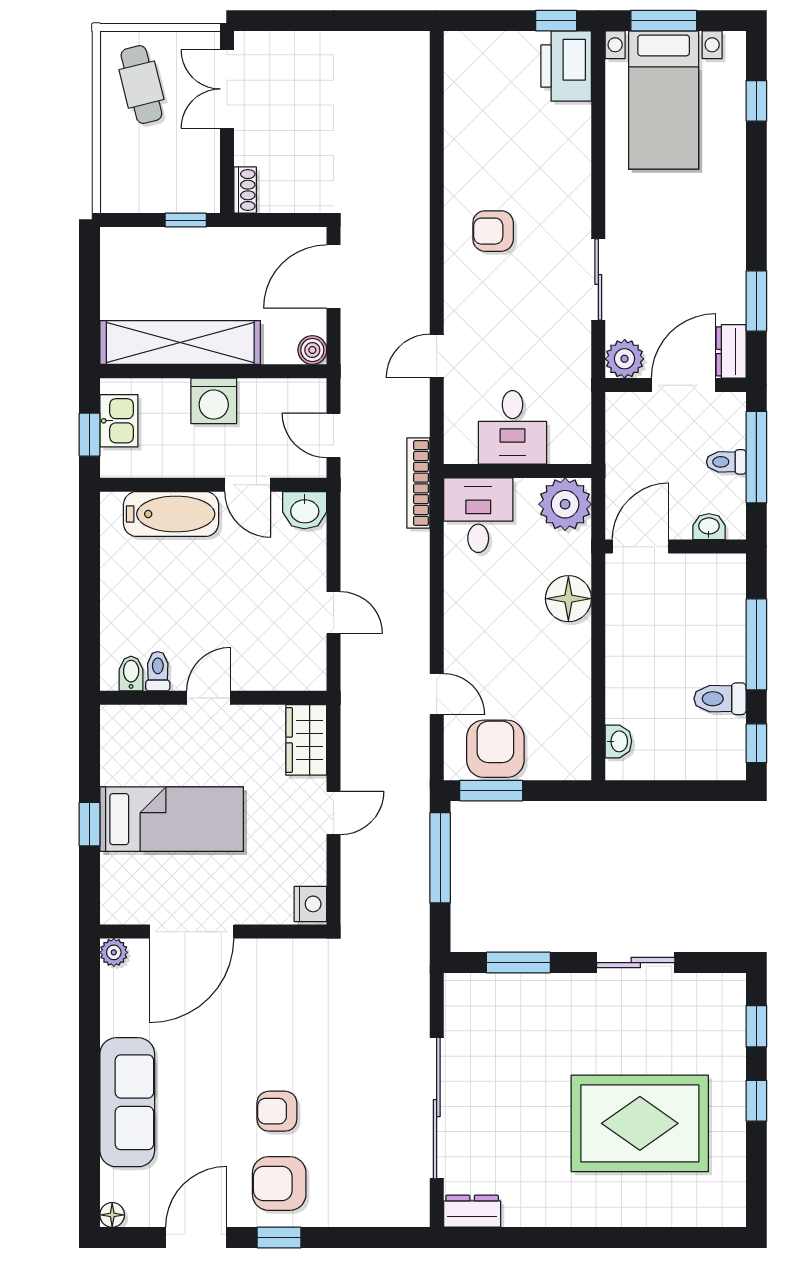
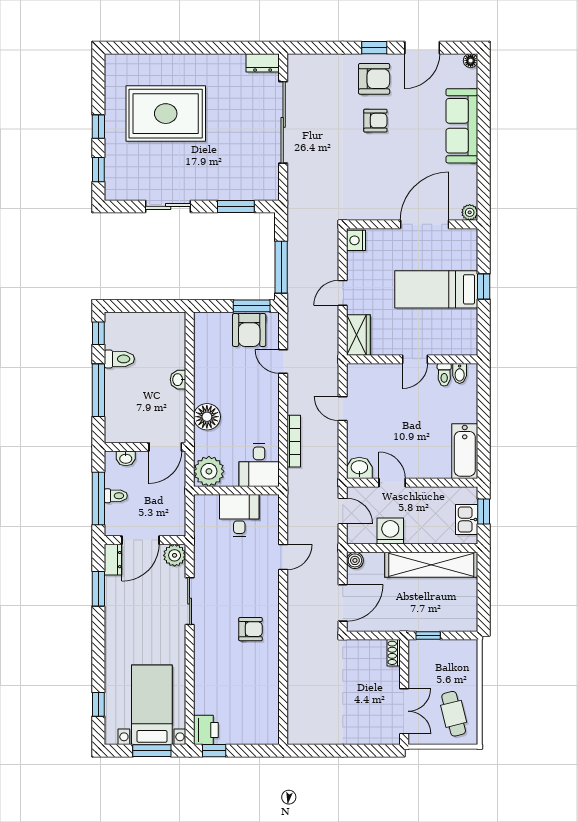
printer: (566, 66) -> (206, 730), width x0.73, depth x0.84
washing machine: (214, 401) -> (390, 531), moved
bookcase: (418, 483) -> (294, 441), moved
bathtub: (171, 514) -> (465, 451), moved, turned -90
washbasin: (618, 741) -> (178, 380), moved

